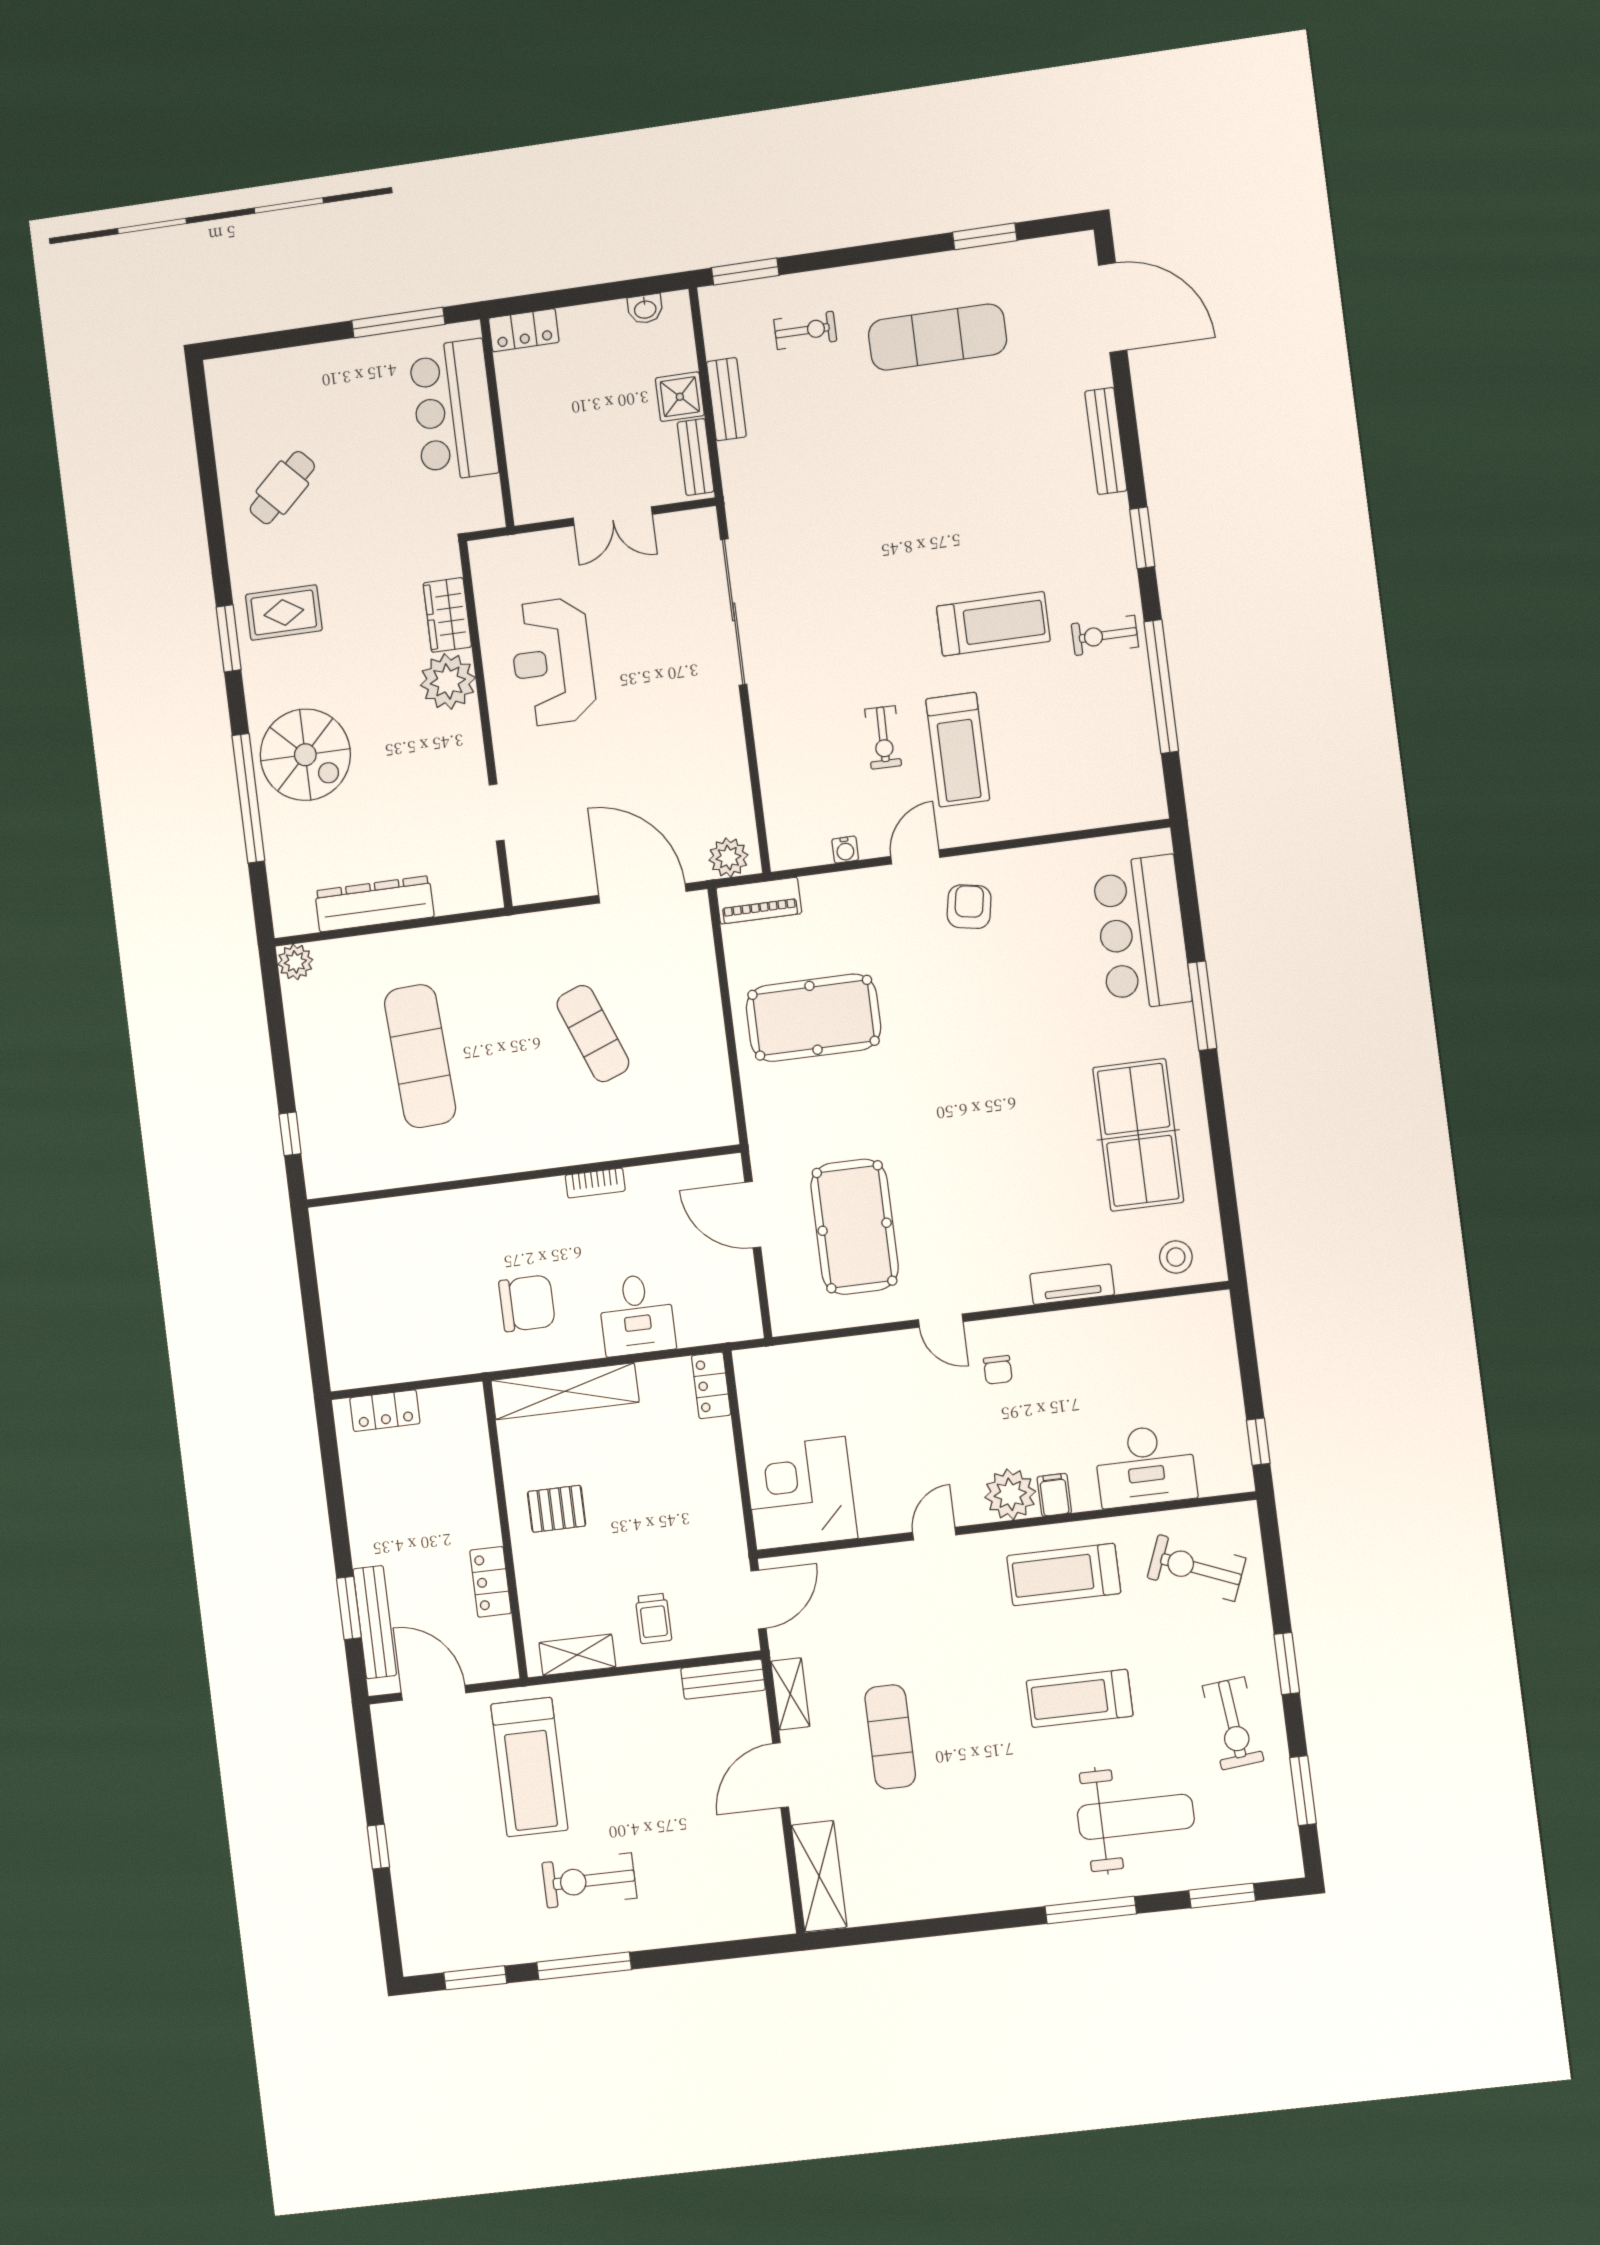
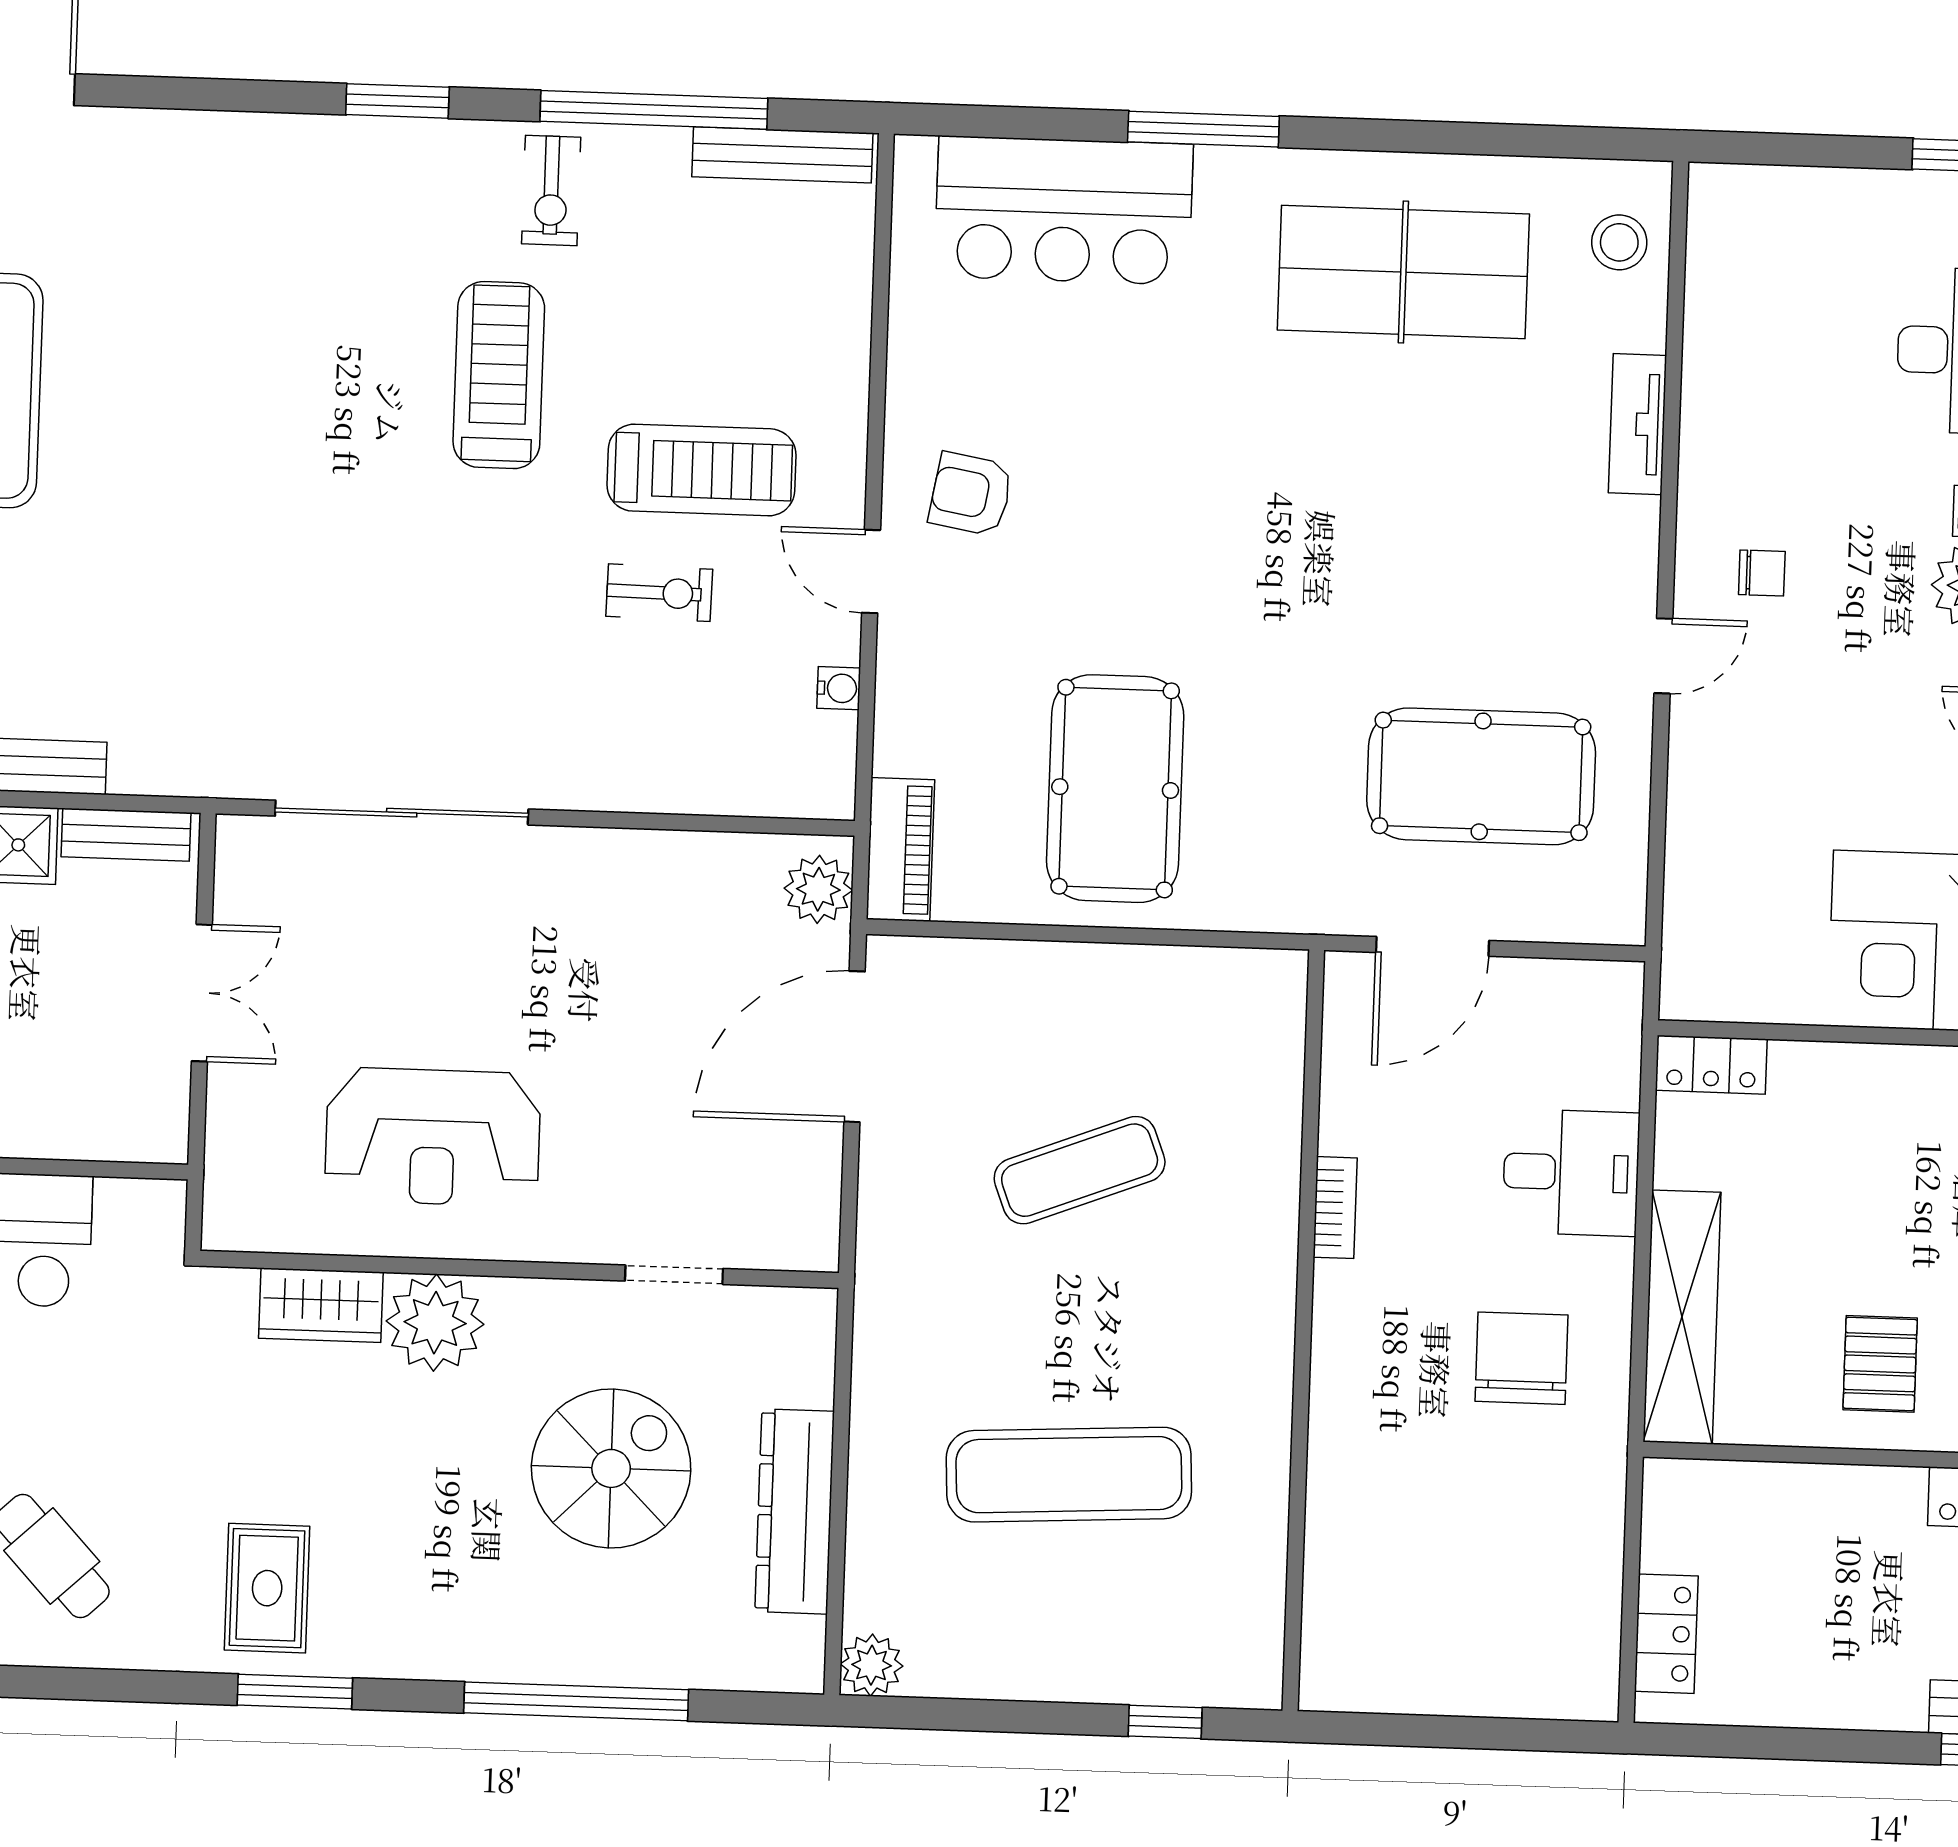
bench: (1106, 441) -> (782, 155), moved
spiral stairs: (305, 755) -> (611, 1468), moved

